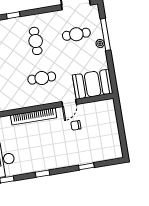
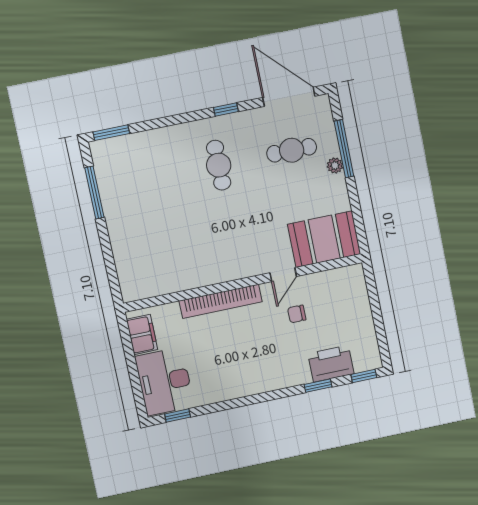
window: (13, 15) -> (226, 110), moved
cafe table: (42, 78) -> (232, 232), removed
printer: (94, 154) -> (331, 364), added
window: (42, 174) -> (364, 376), moved

